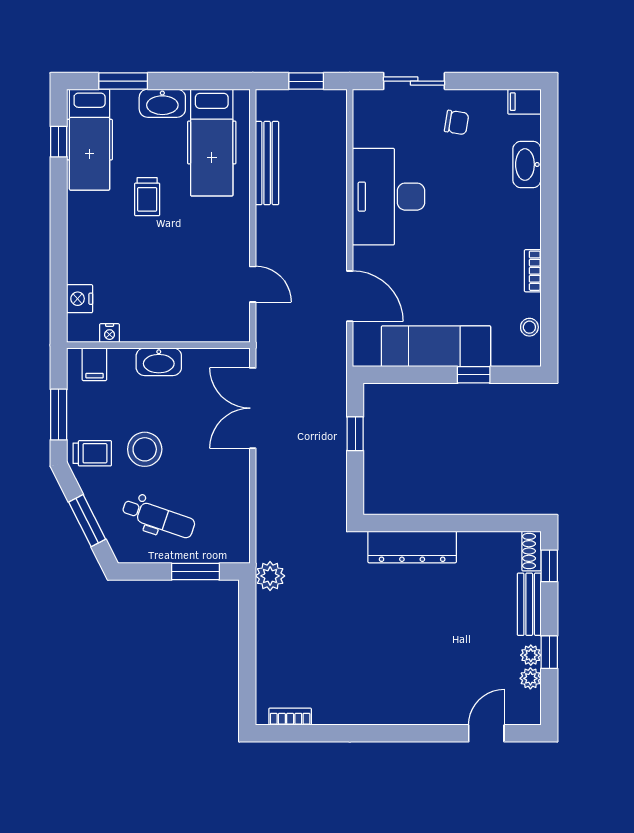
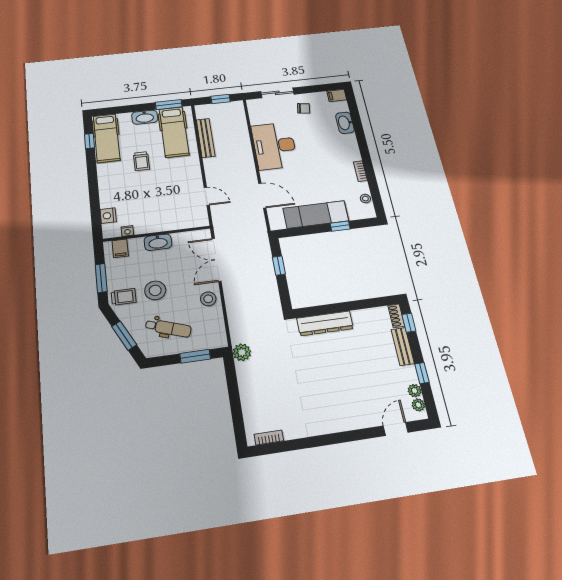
window: (123, 81) -> (169, 105), moved
stool: (229, 477) -> (208, 299), added
plant: (531, 655) -> (418, 405), moved

